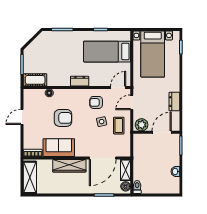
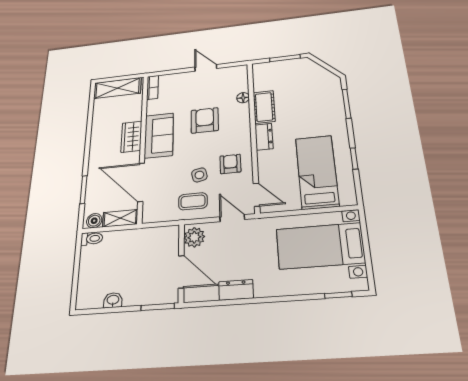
cot: (35, 80) -> (264, 107), moved
armchair: (63, 118) -> (205, 120), turned 180
sofa: (59, 148) -> (159, 135), moved
wardrobe: (69, 166) -> (131, 137), width x0.67

